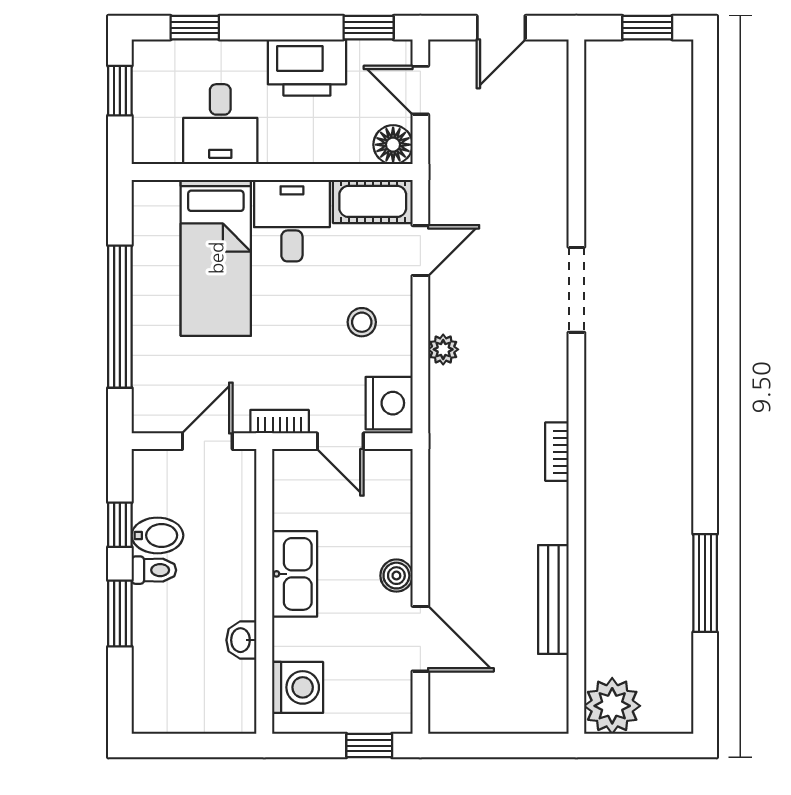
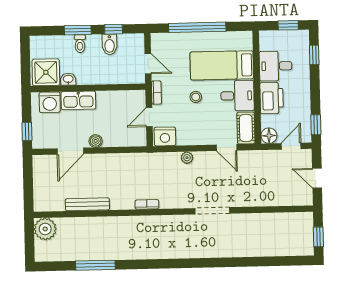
printer: (307, 67) -> (272, 98), moved, turned 180
stool: (362, 322) -> (196, 97), moved
toilet: (154, 570) -> (80, 44), moved
kitchen sink: (295, 574) -> (78, 100), moved
shower: (223, 695) -> (46, 72), added

